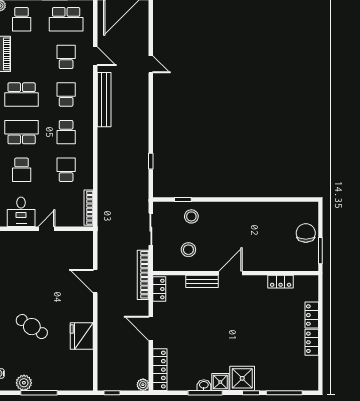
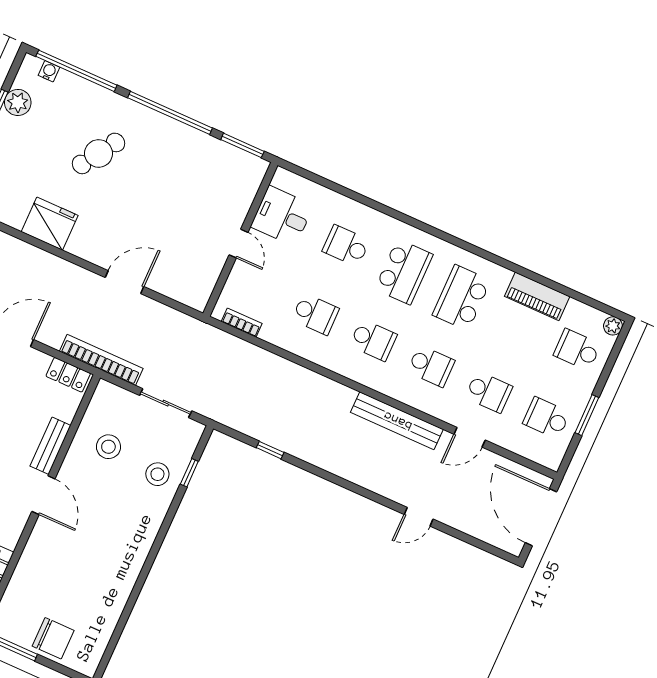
school desk: (66, 19) -> (546, 418), width x0.54
school desk: (66, 132) -> (373, 340), turned 180
bookcase: (89, 208) -> (242, 323), width x0.64

